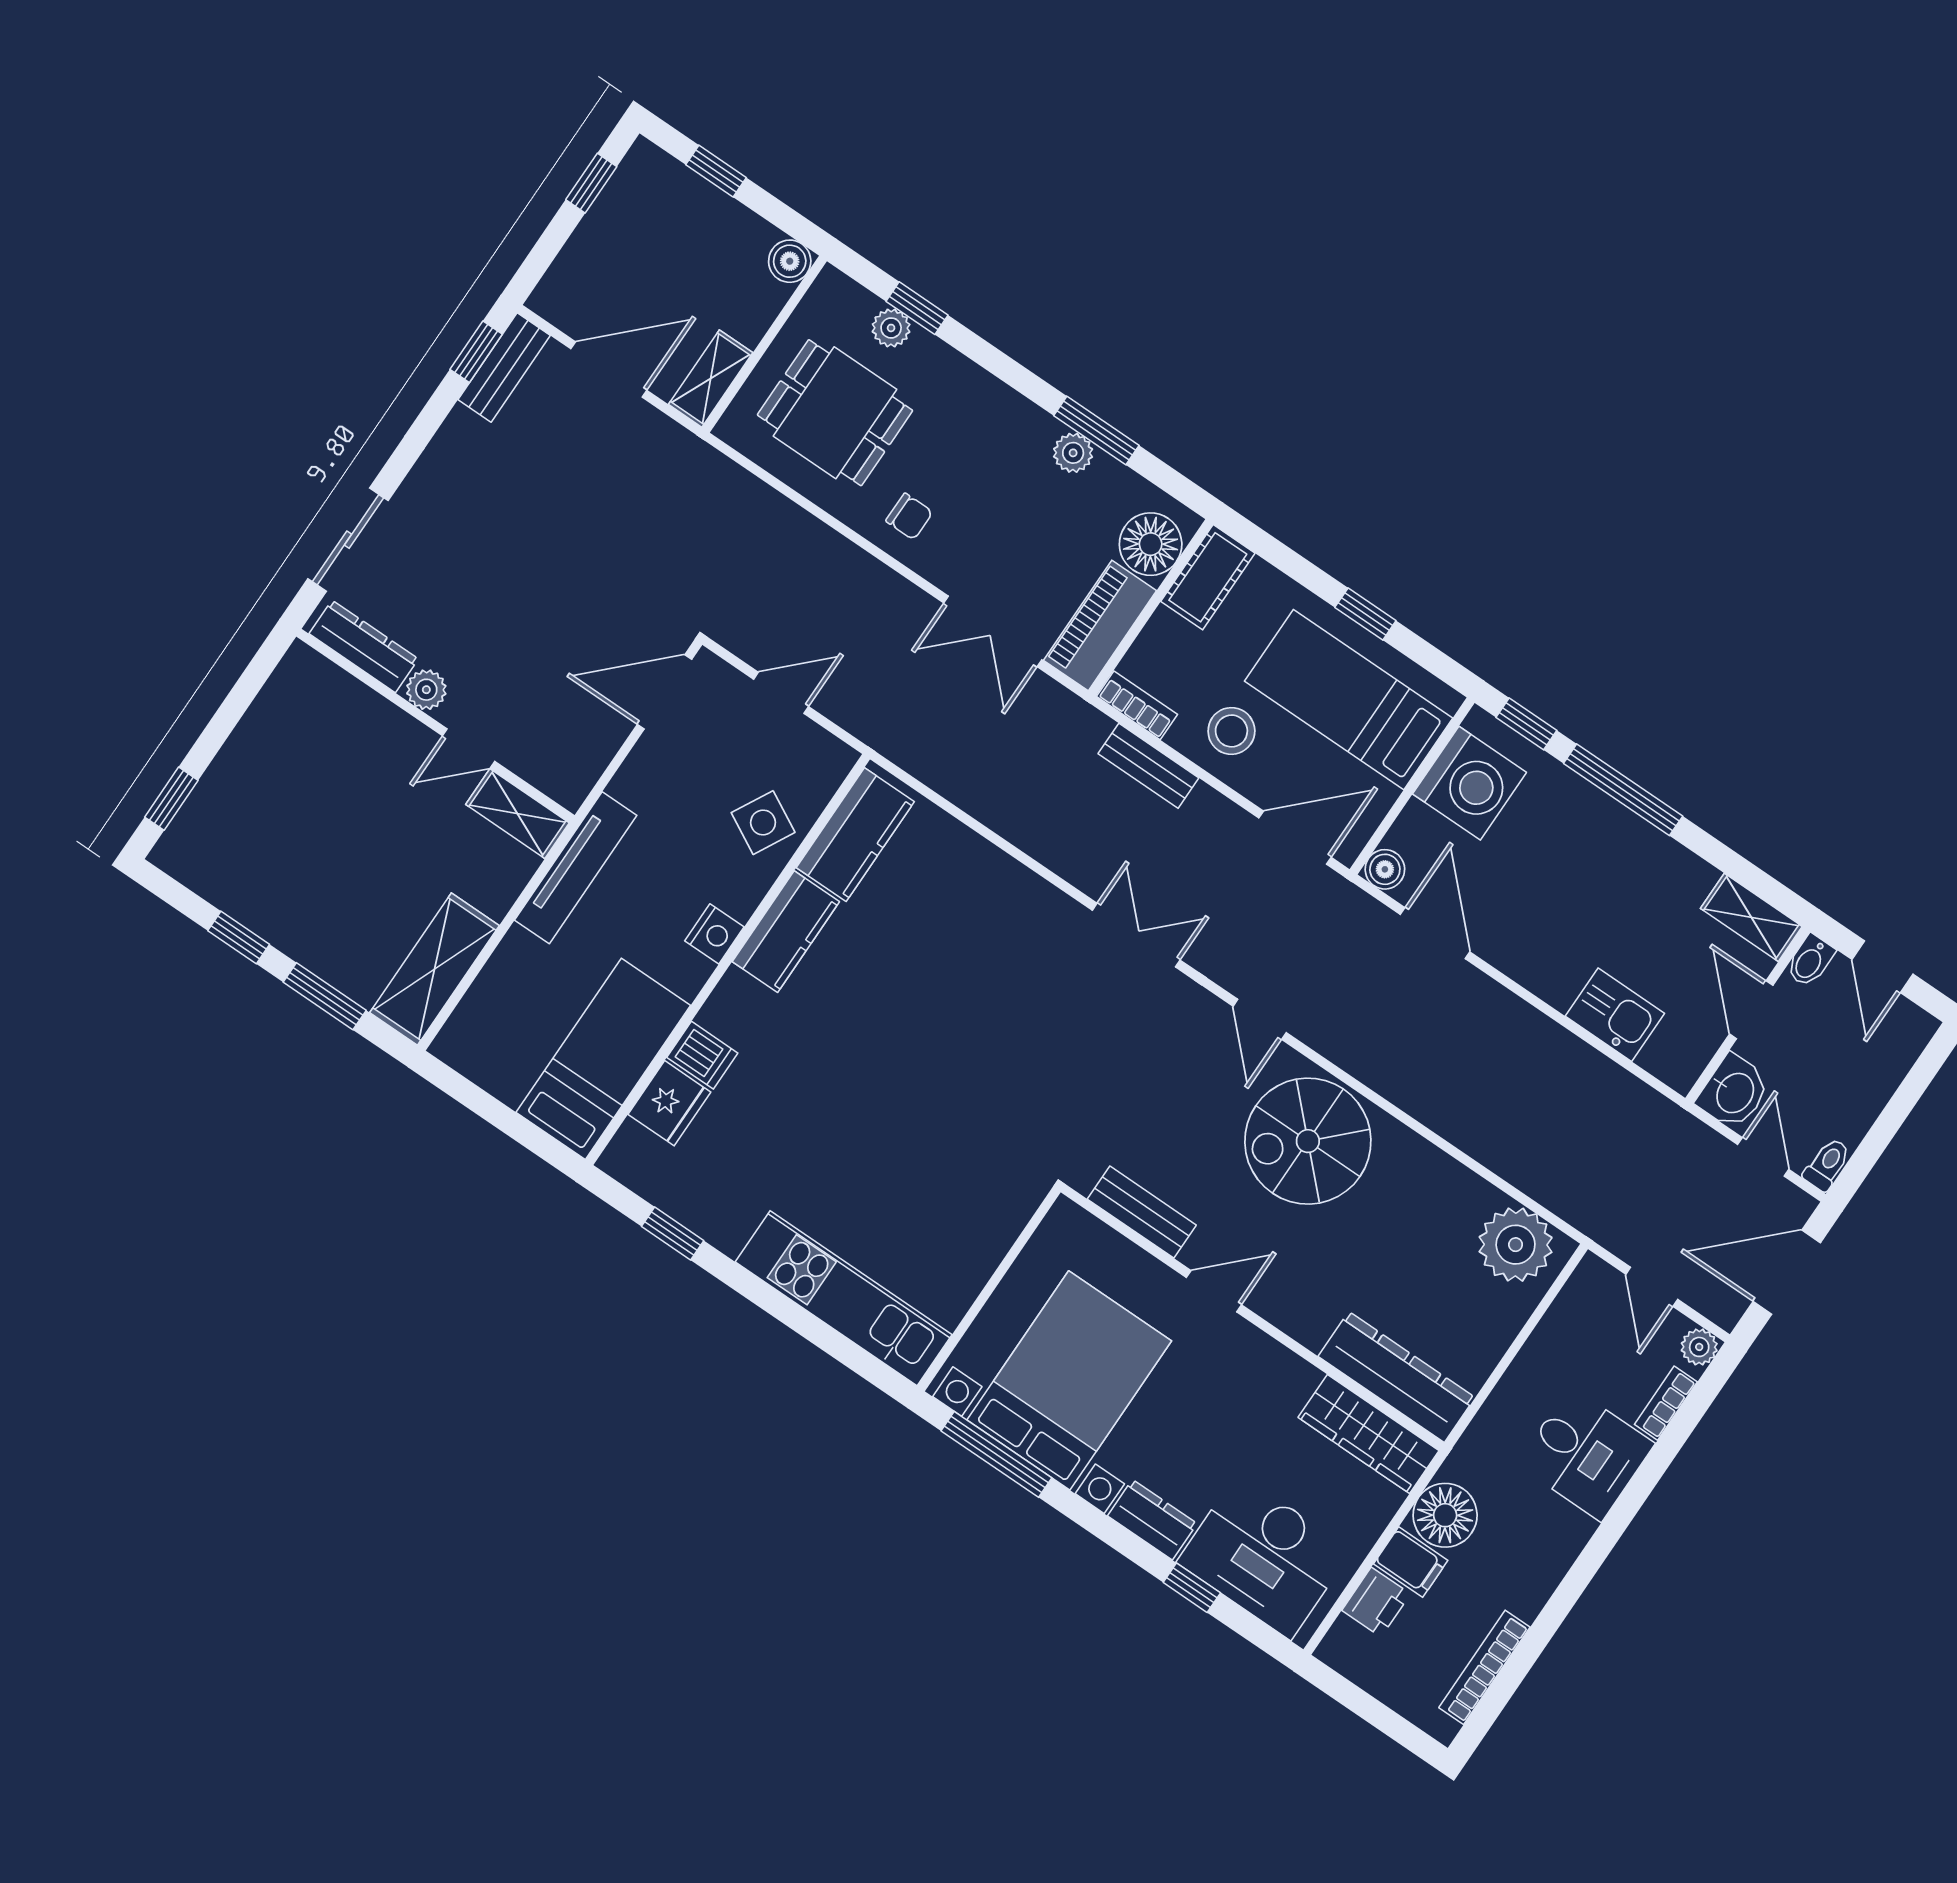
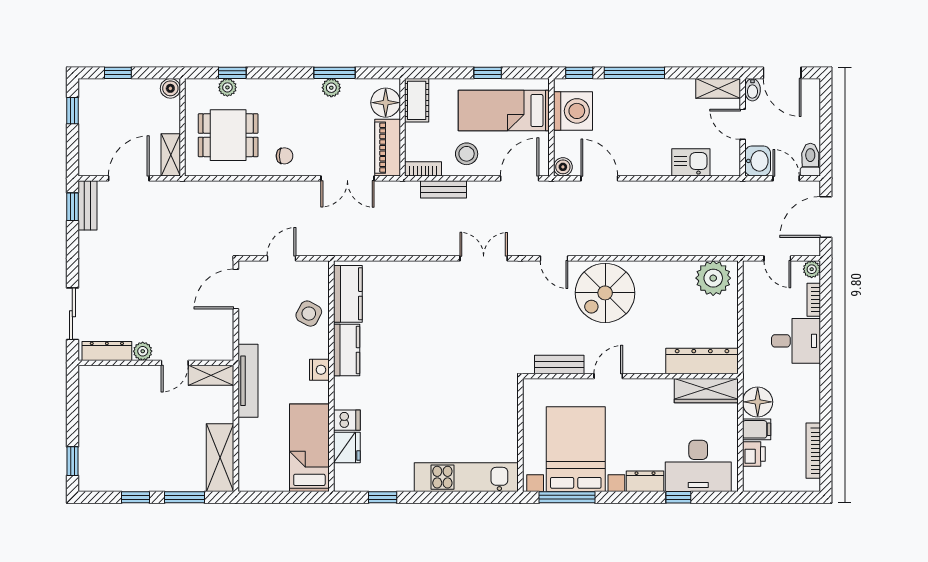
door: (1882, 967) -> (782, 73), width x1.38
toilet: (1827, 1164) -> (810, 160), width x1.37, depth x1.39

